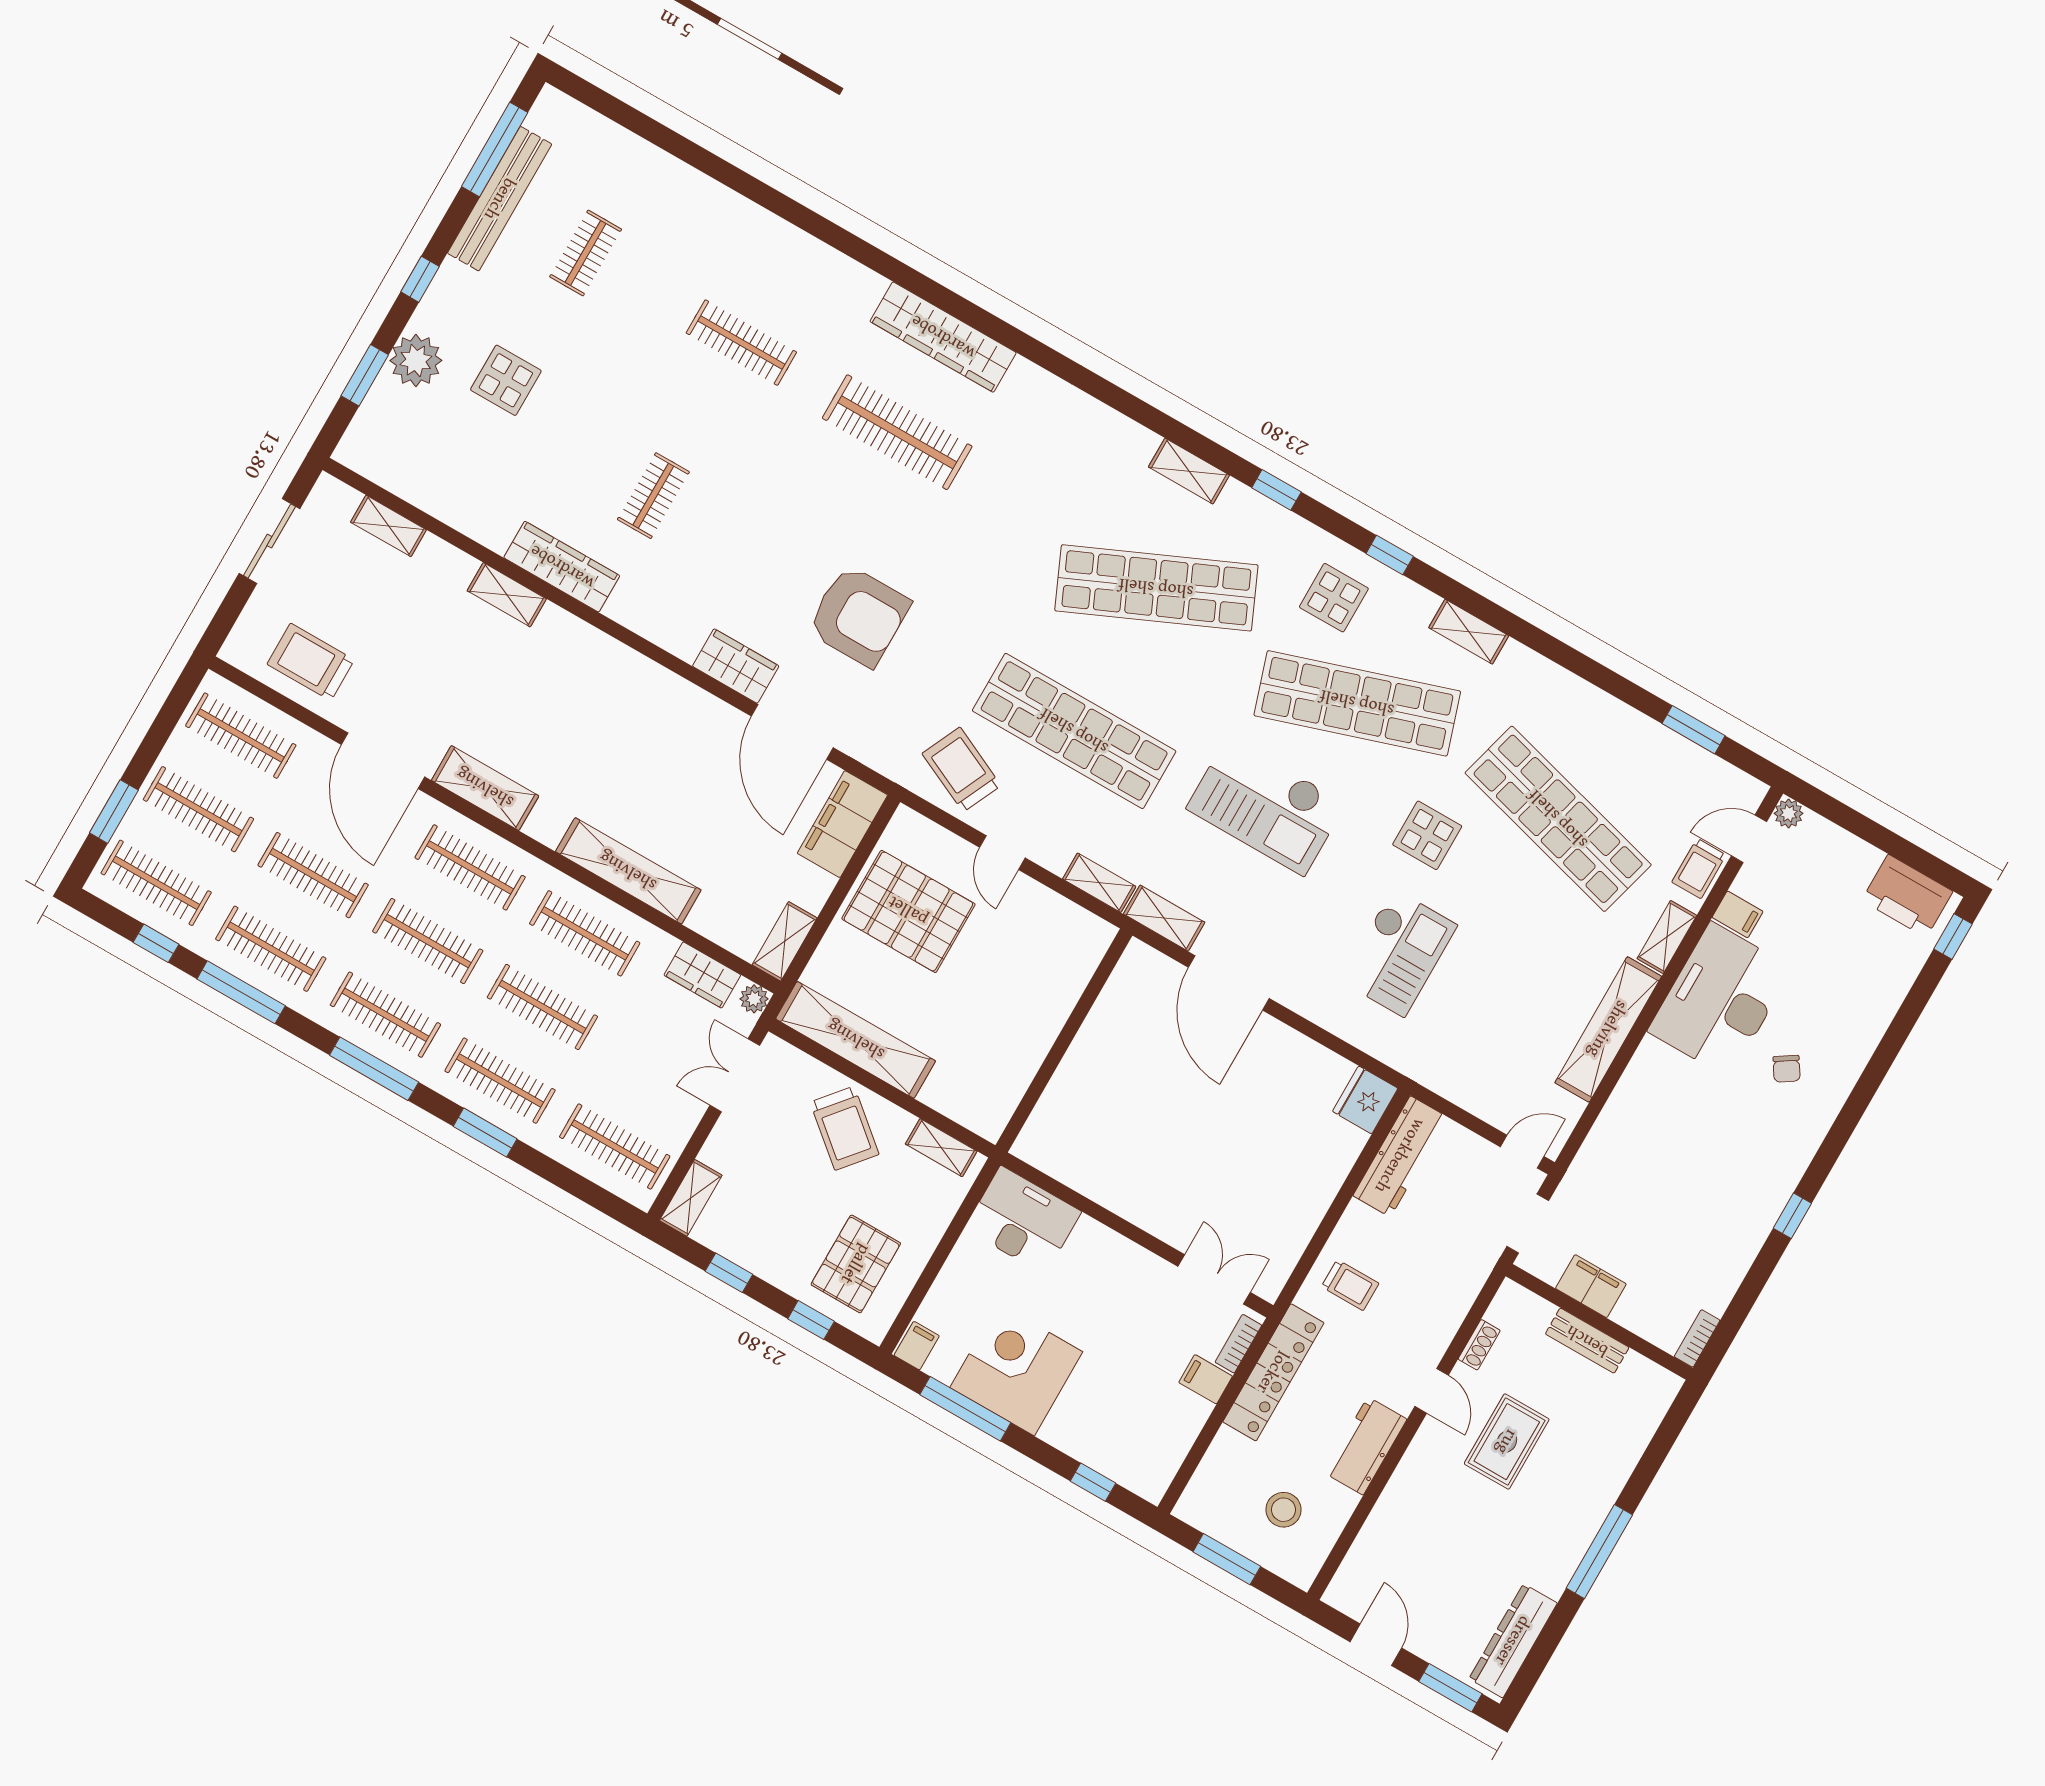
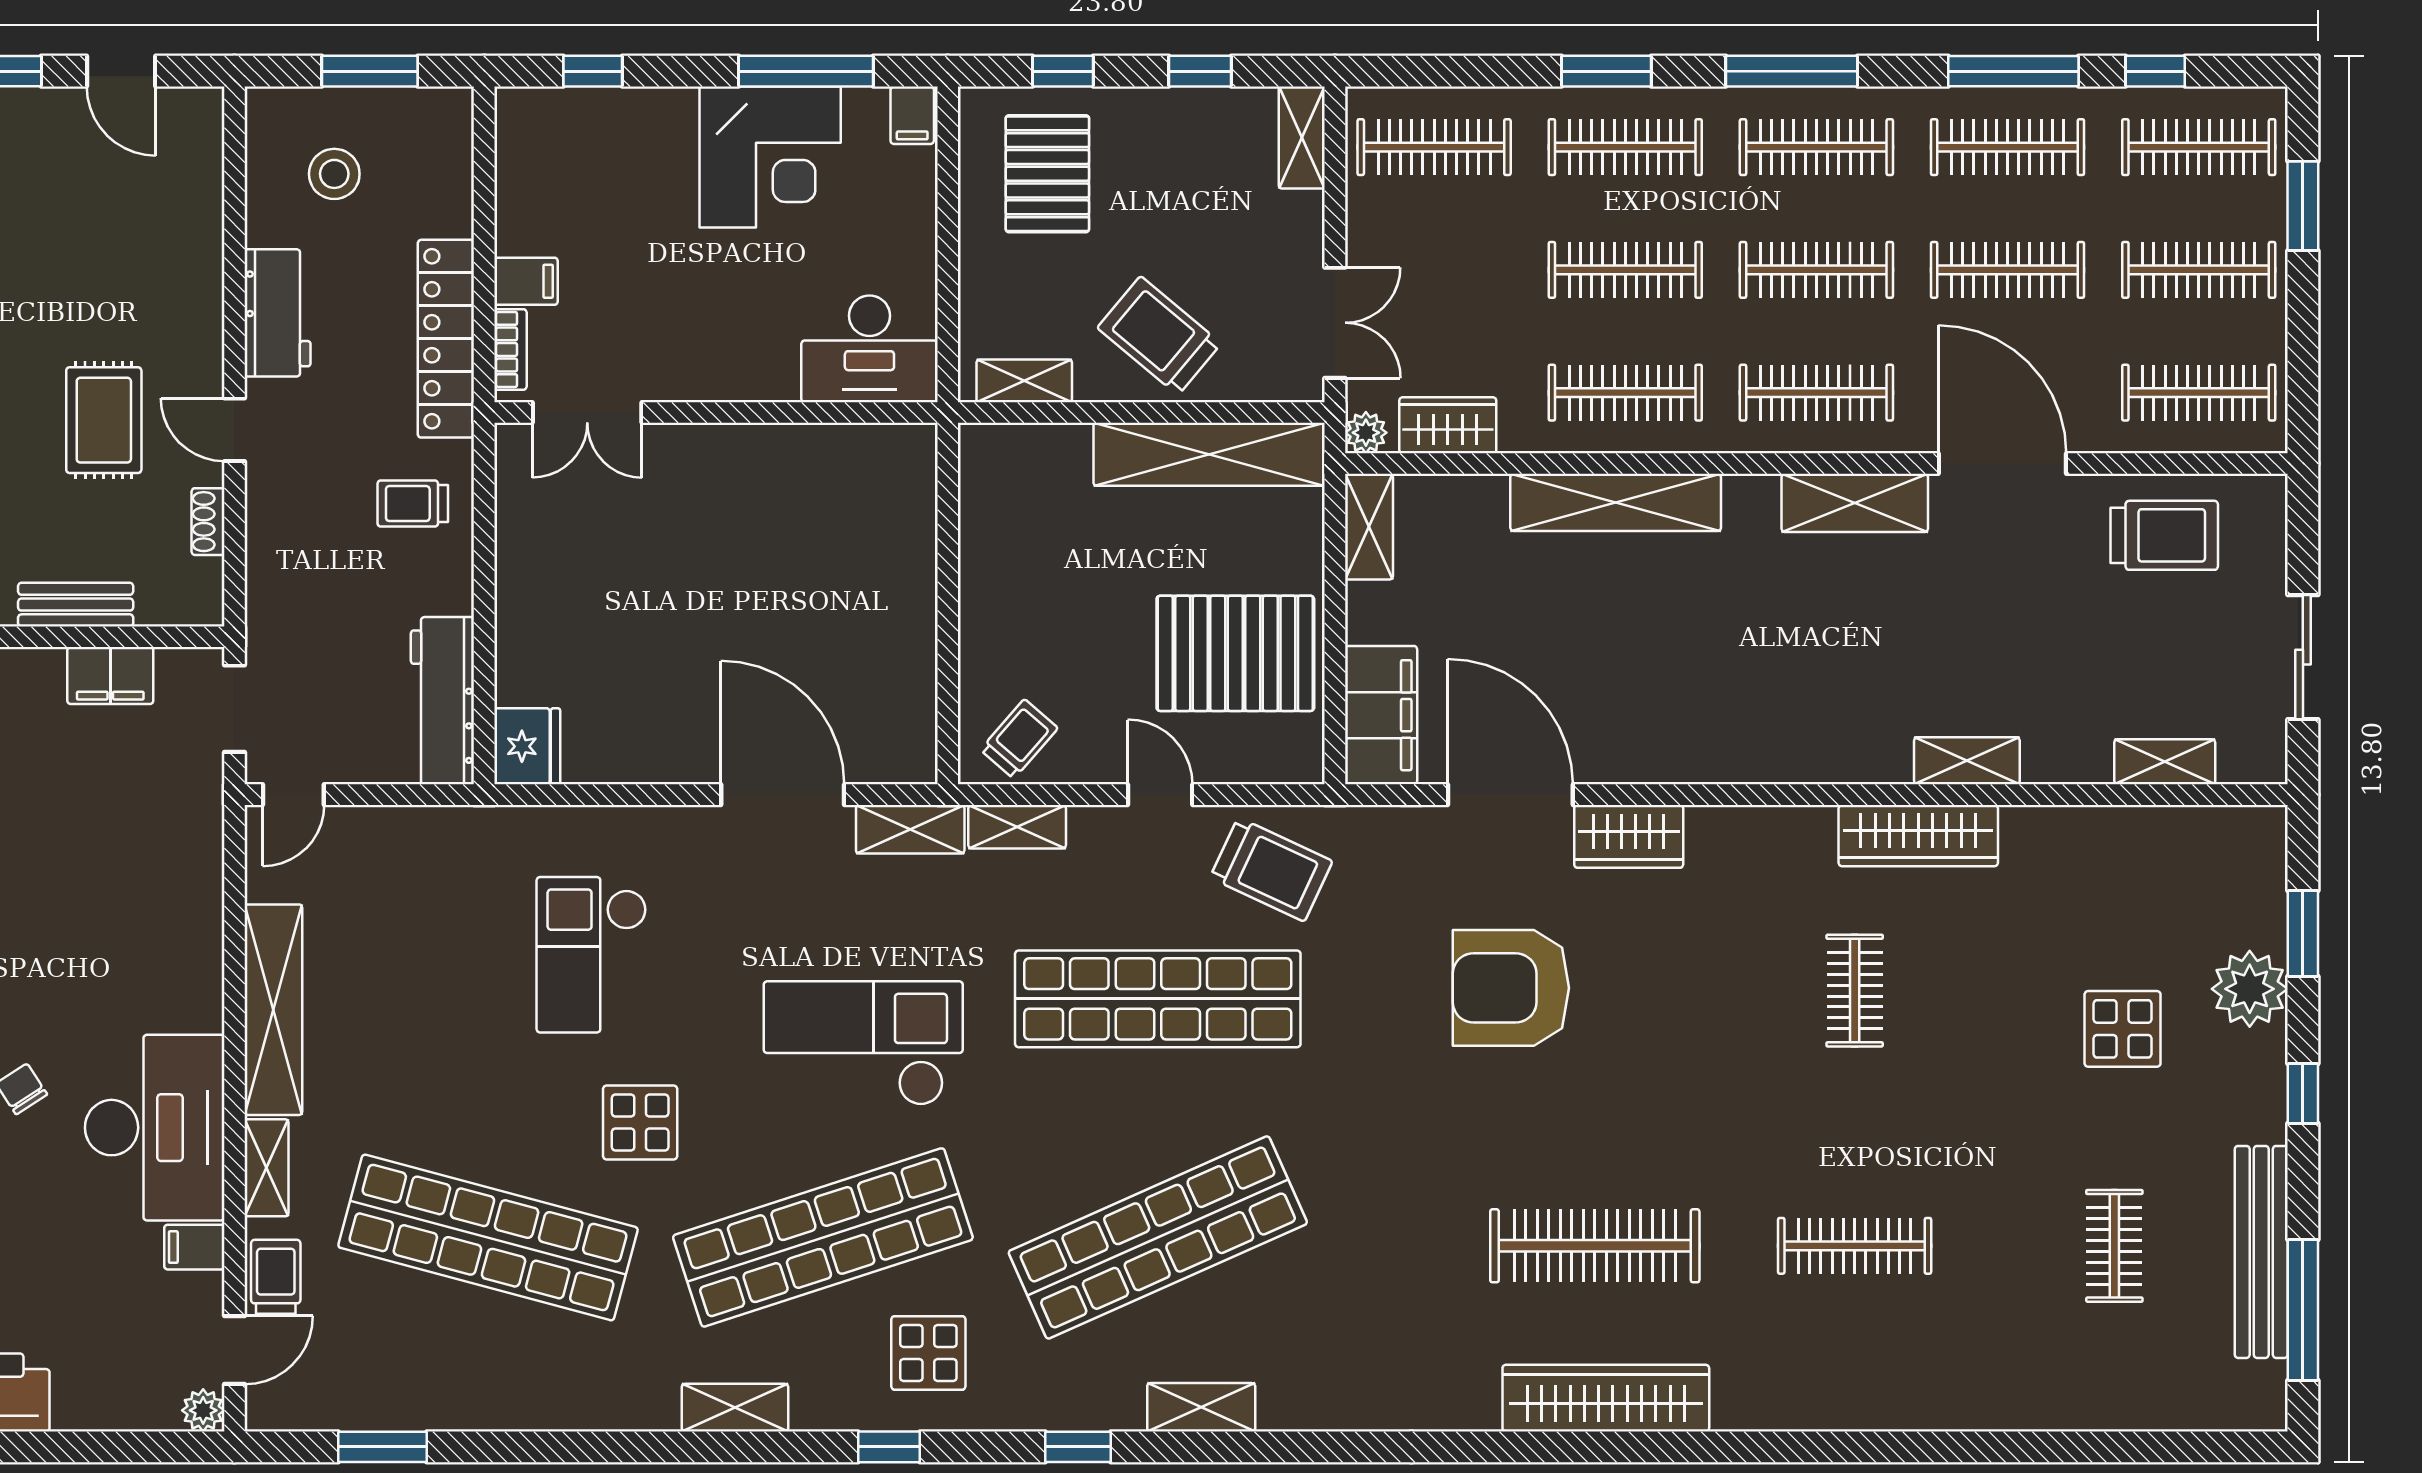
trolley: (1068, 935) -> (1019, 739), added

